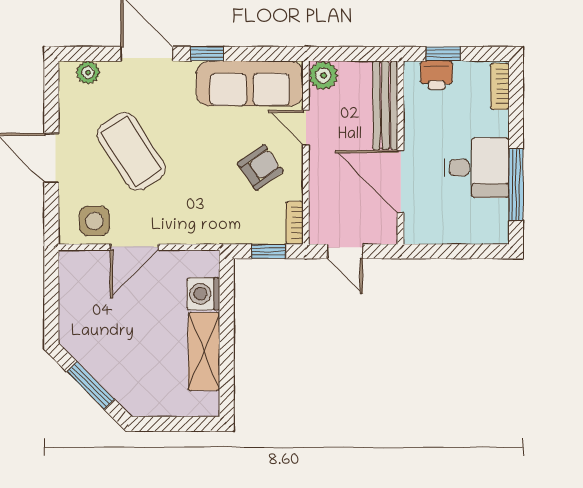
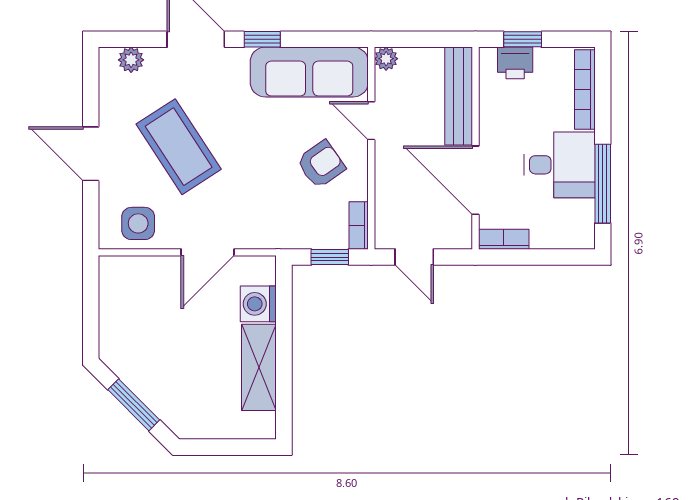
plant: (323, 75) -> (386, 59), width x0.73, depth x0.73
bookcase: (500, 86) -> (585, 90), width x1.56
bookcase: (426, 235) -> (504, 239), added
door: (134, 247) -> (208, 252), moved

